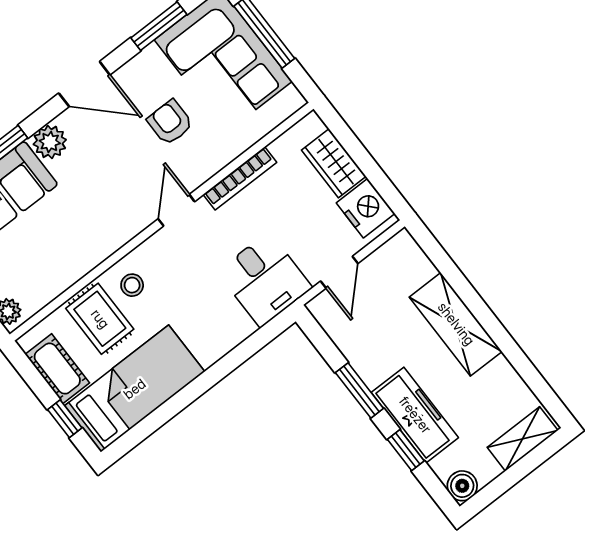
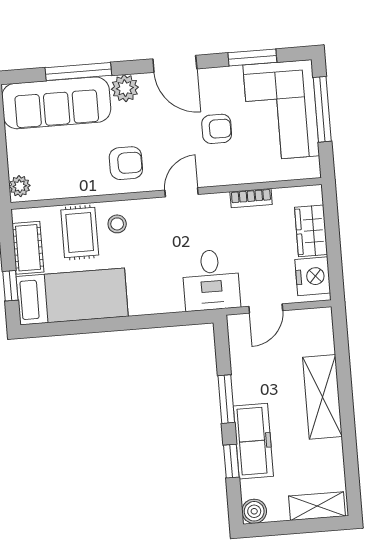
armchair: (170, 122) -> (217, 129), turned 90
bookcase: (240, 178) -> (251, 198), width x0.64
armchair: (101, 217) -> (126, 163), added

